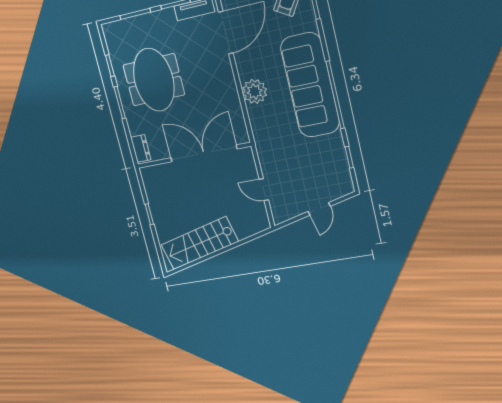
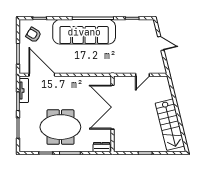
plant: (255, 91) -> (81, 66), removed

